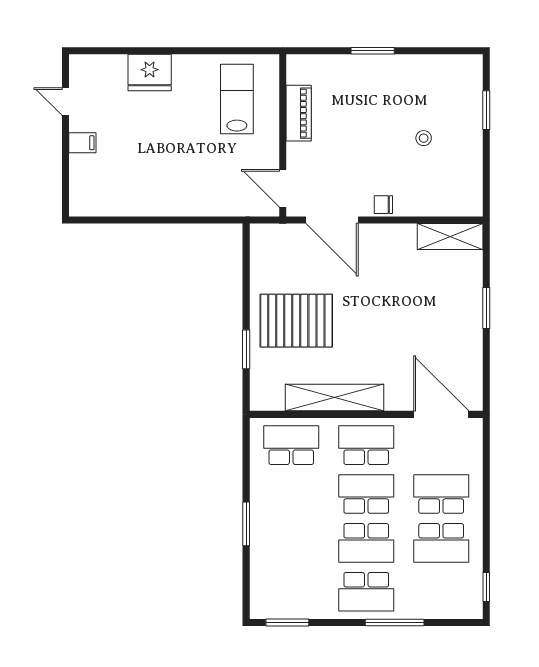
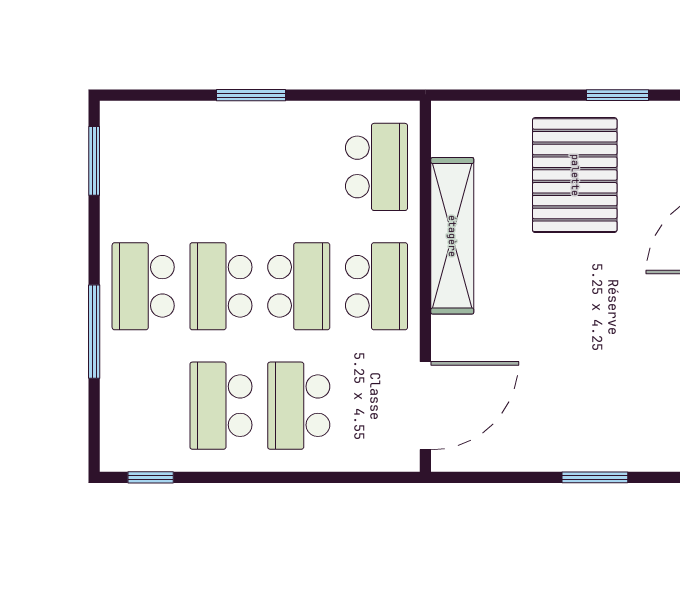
window: (246, 349) -> (618, 95), moved
school desk: (441, 494) -> (299, 406), turned 180

